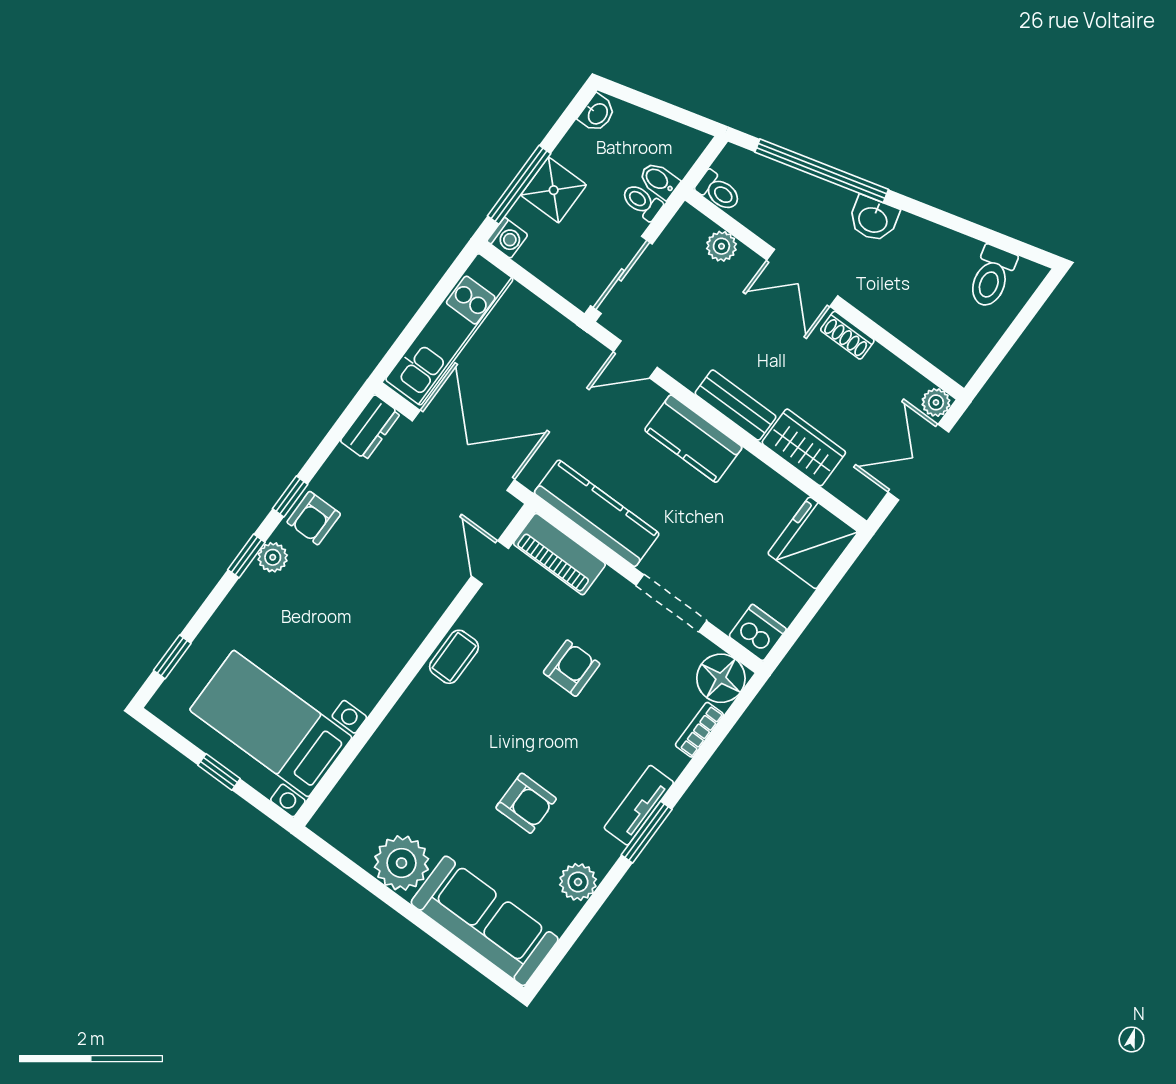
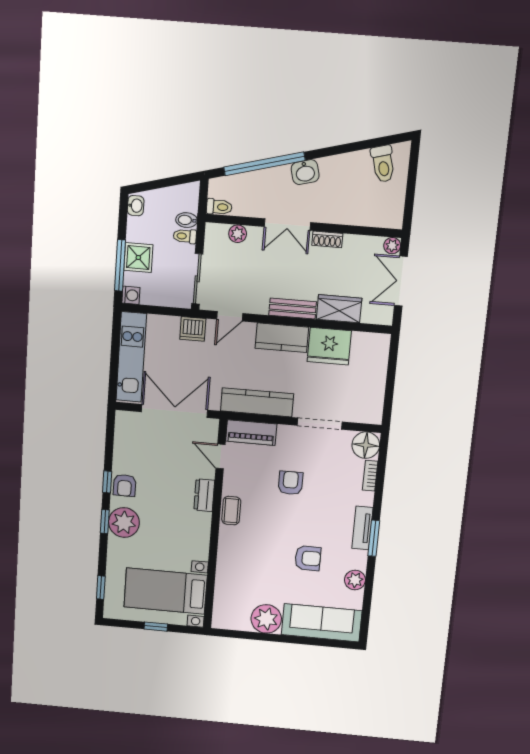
dresser: (370, 427) -> (204, 495), moved, turned 180
fridge: (813, 543) -> (329, 346), moved, turned -90
plant: (273, 557) -> (124, 522), width x1.88, depth x1.88
dishwasher: (758, 633) -> (193, 329), moved, turned 180

